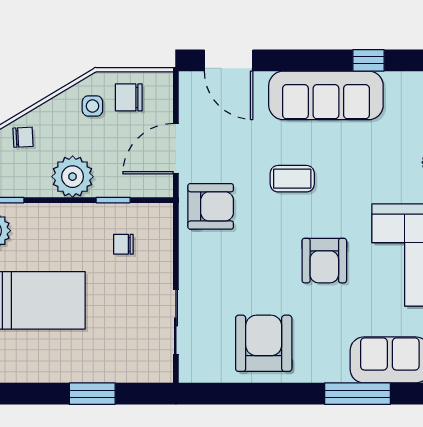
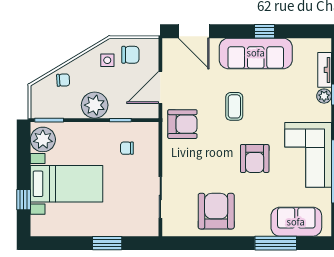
window: (368, 60) -> (265, 31), moved
chair: (129, 97) -> (130, 55), turned 180
coffee table: (292, 179) -> (234, 106), turned 90

